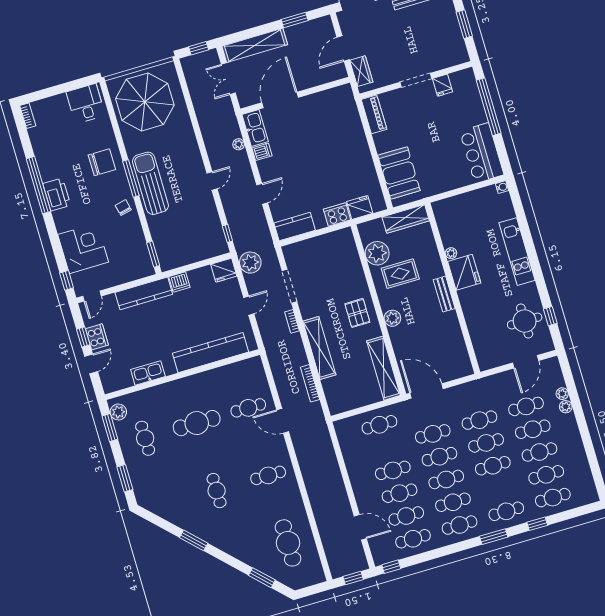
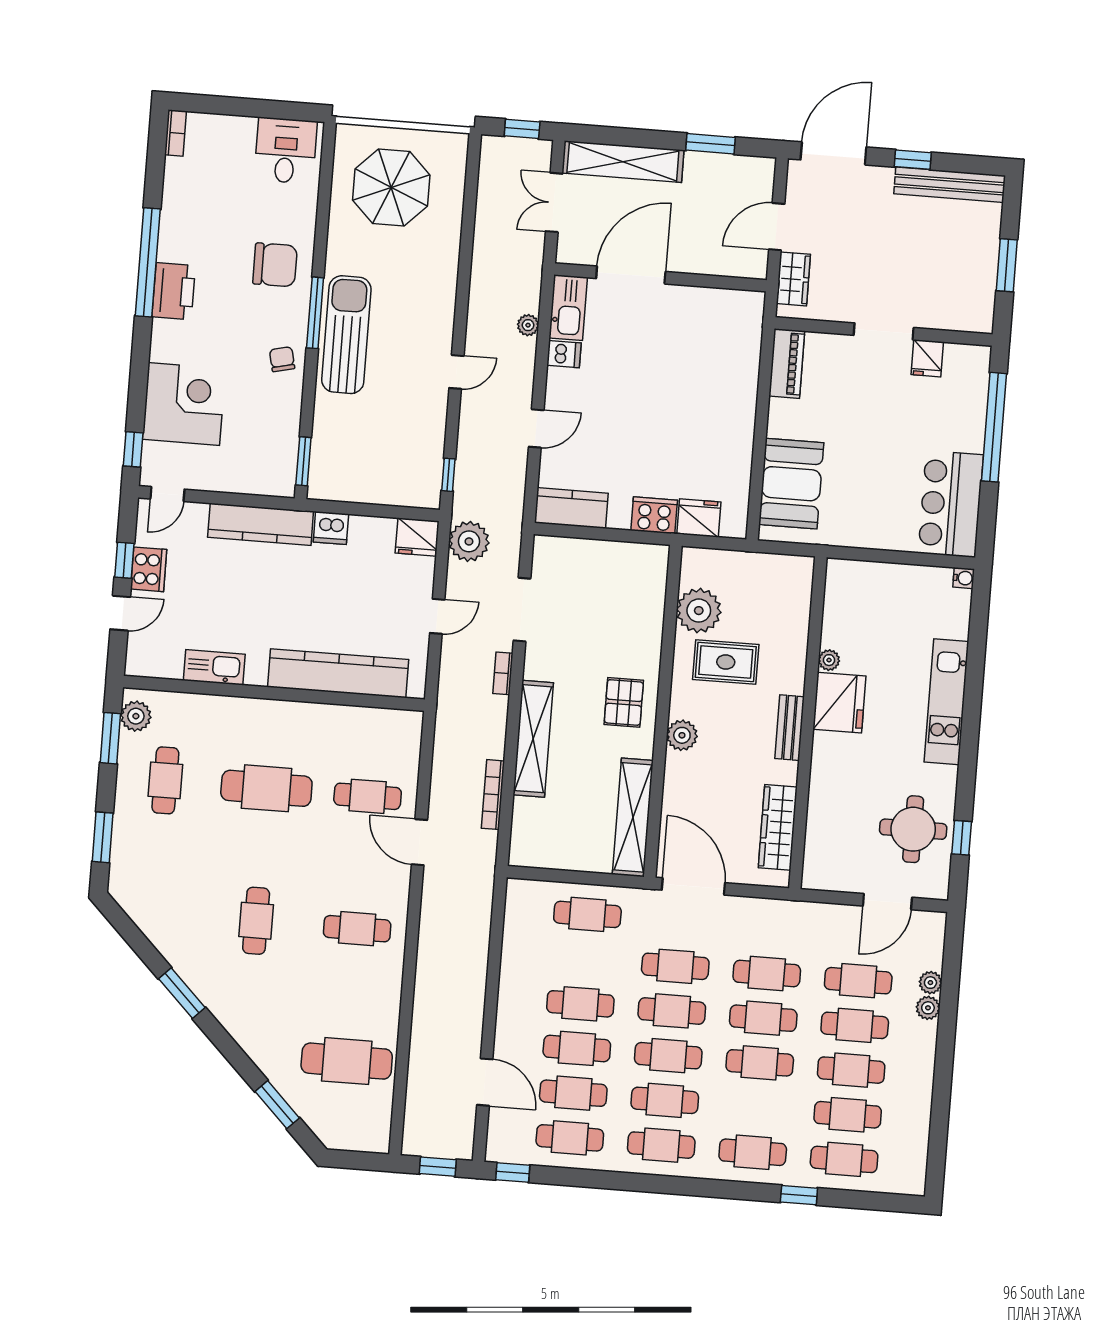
parasol: (145, 102) -> (391, 188), width x0.73, depth x0.73
wardrobe: (406, 219) -> (778, 827), moved, turned 90
window: (494, 537) -> (714, 1188), removed
cafe table: (288, 543) -> (347, 1061), turned 90

